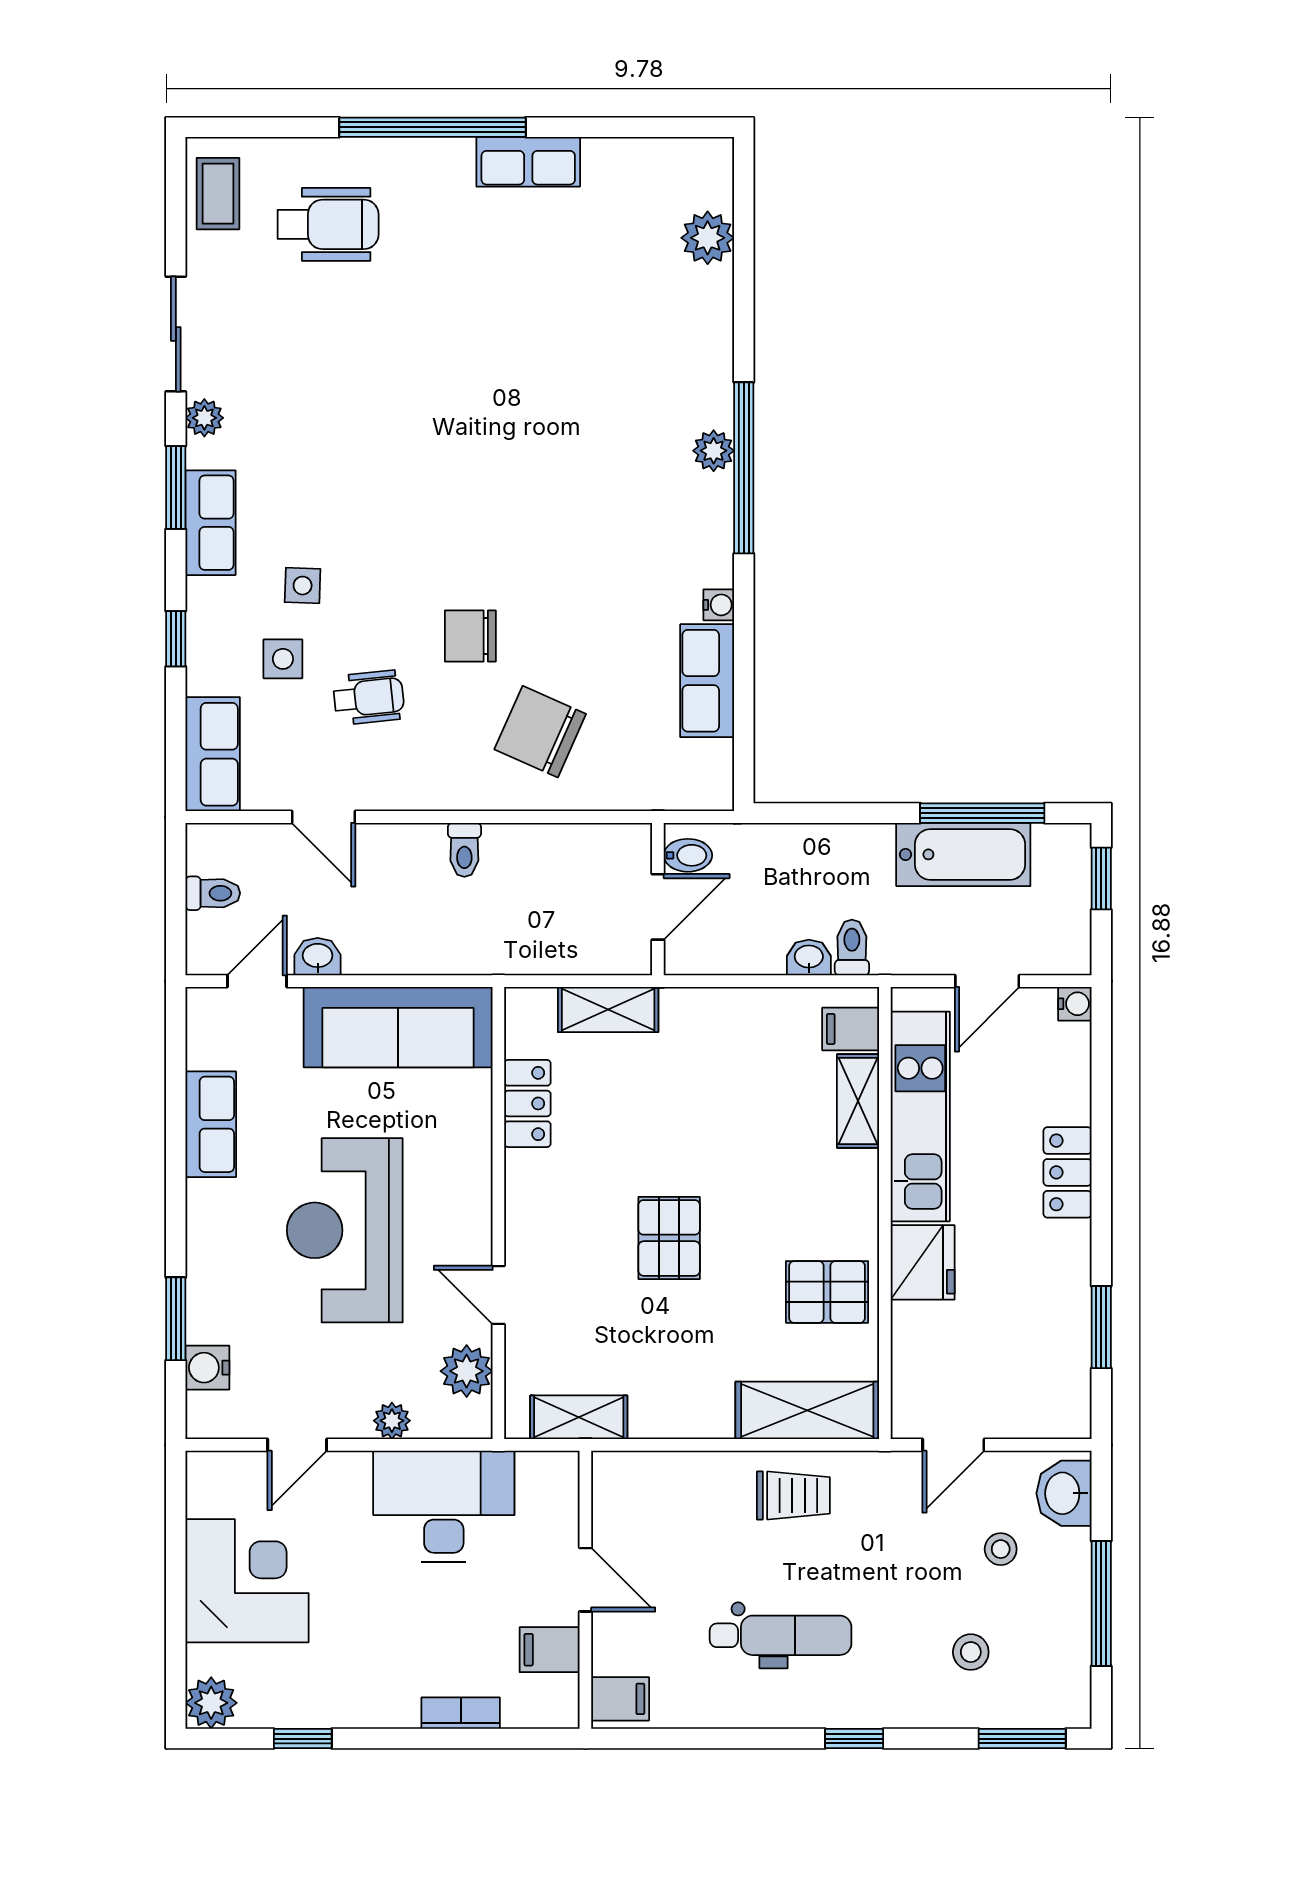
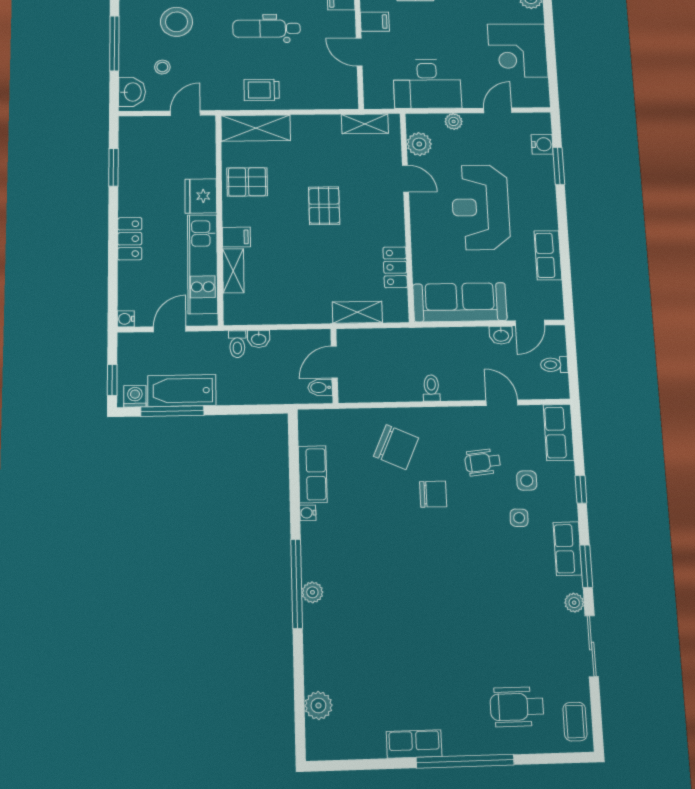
washing machine: (1056, 845) -> (135, 396), added
filing cabinet: (851, 1029) -> (236, 237), moved
reception desk: (345, 1230) -> (481, 207), turned 180
stool: (971, 1652) -> (176, 22), width x1.89, depth x1.89

